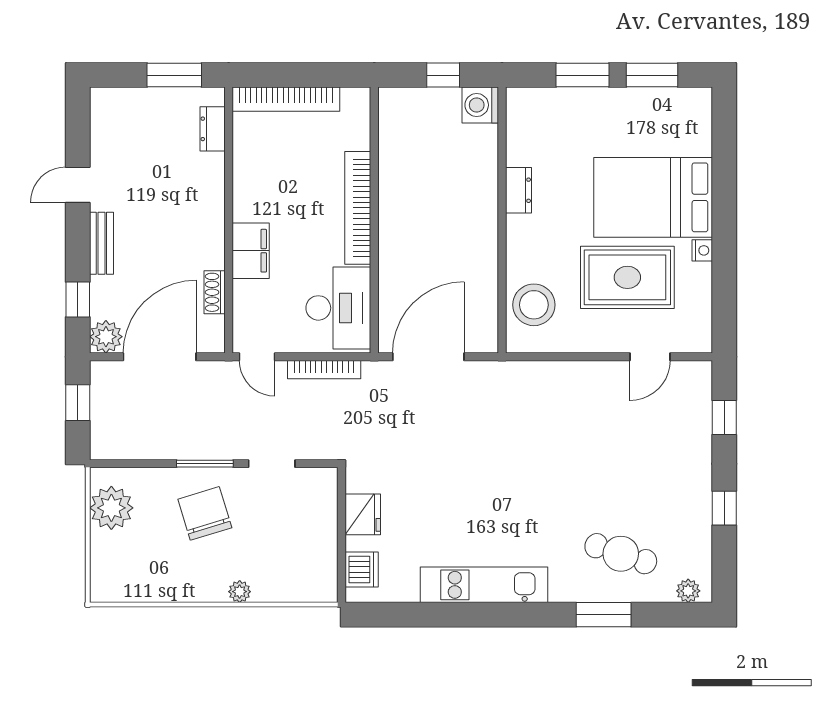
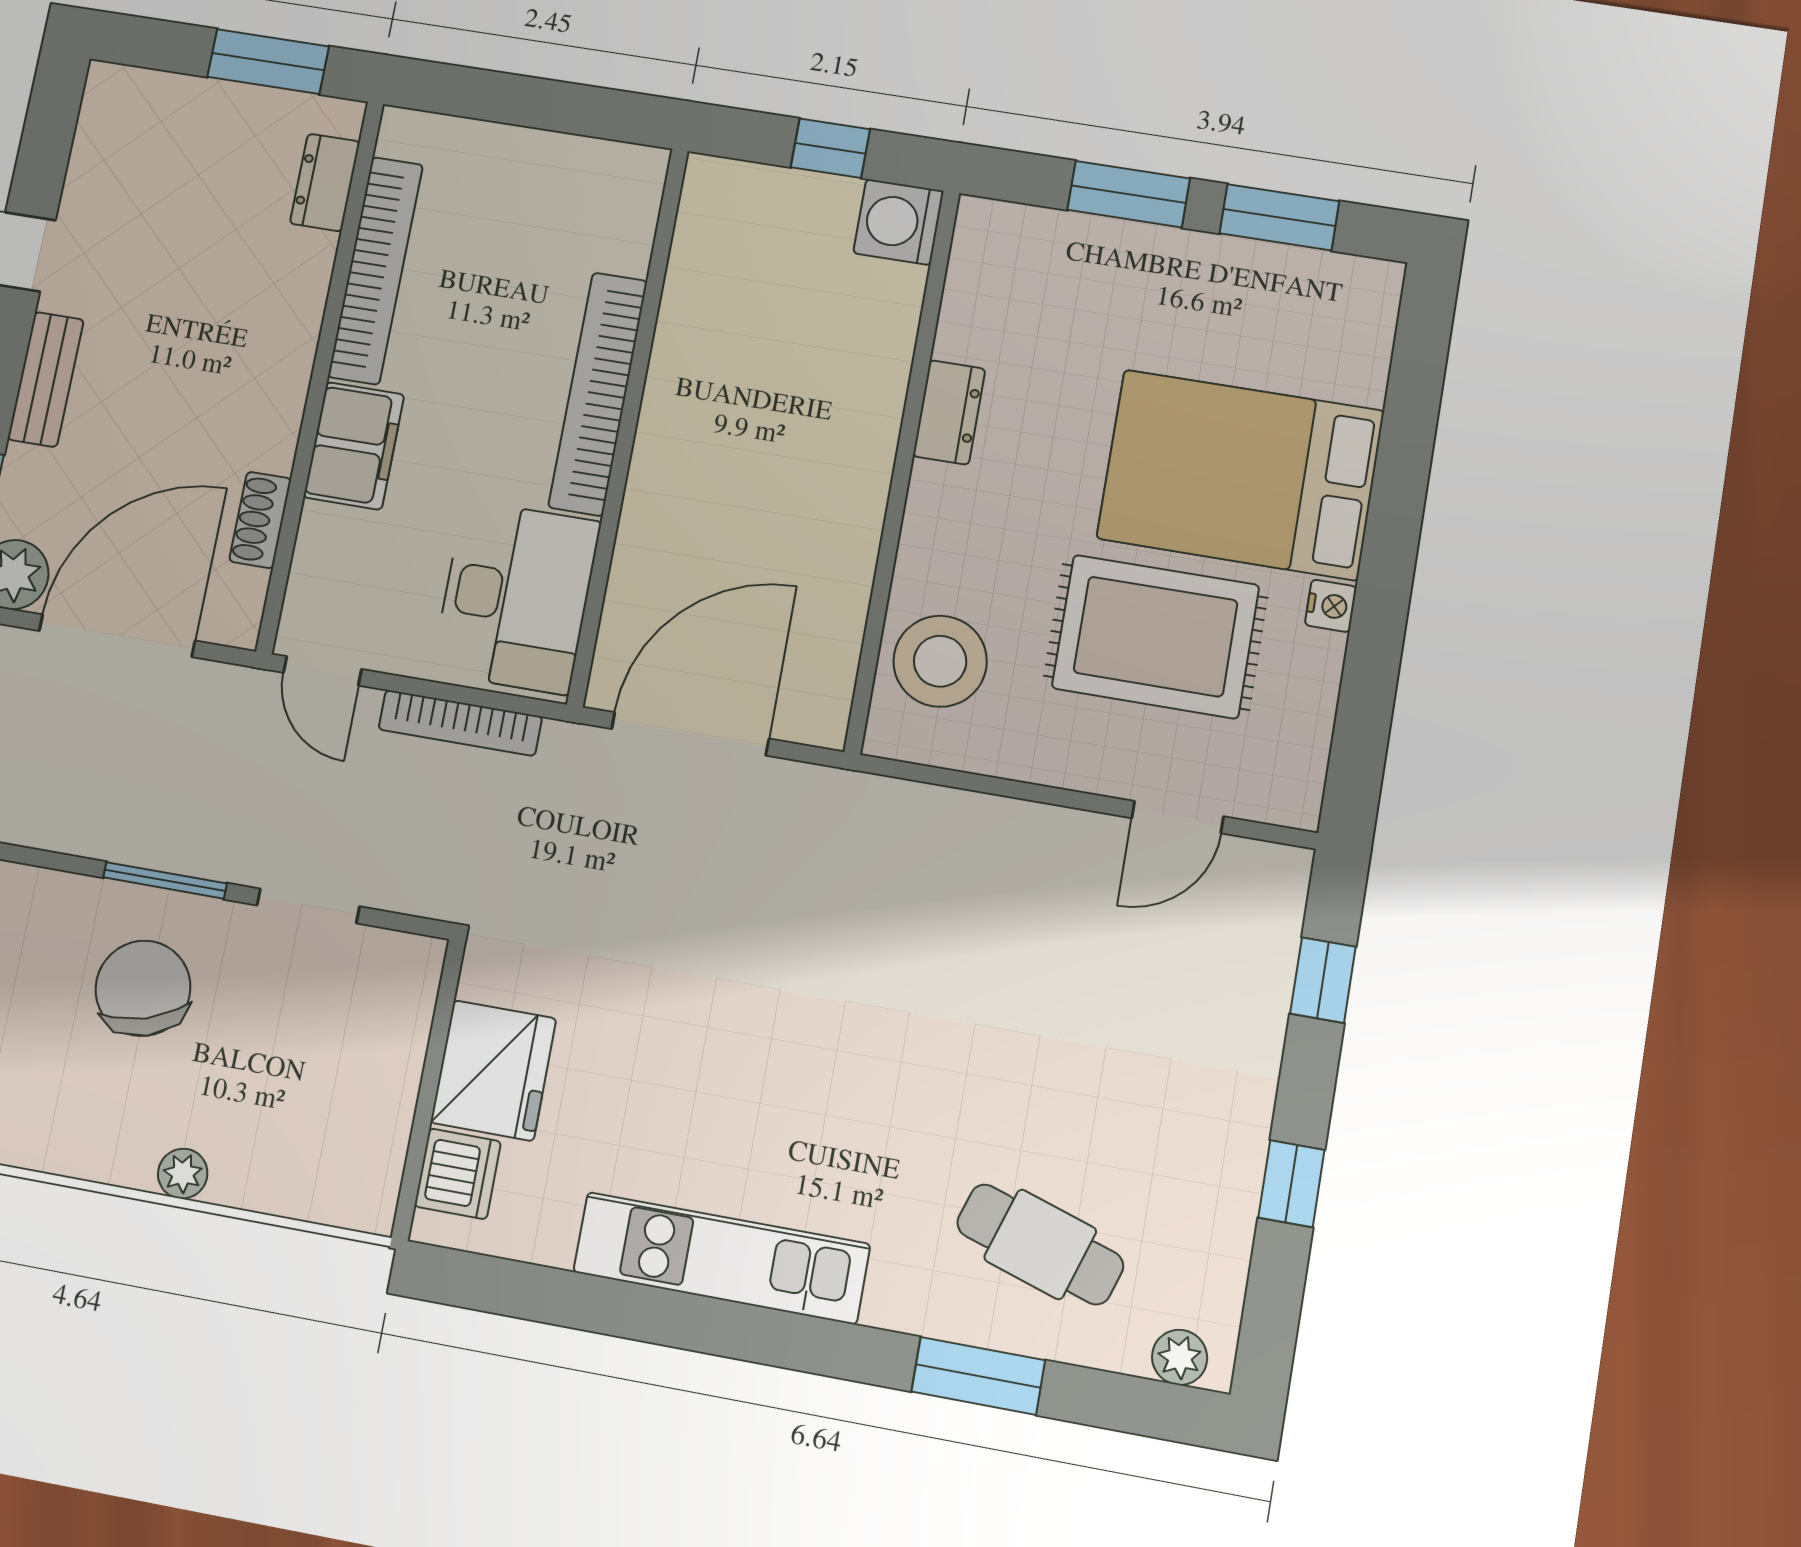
bookcase: (286, 99) -> (376, 270), moved, turned -90
fridge: (363, 514) -> (493, 1071), width x1.36, depth x1.34

